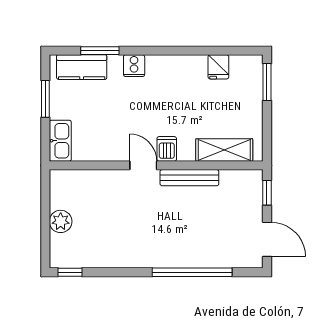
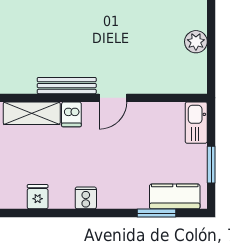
cooker: (134, 66) -> (86, 198), moved
dishwasher: (167, 149) -> (71, 114), moved
door: (143, 165) -> (113, 98), hinge flipped

